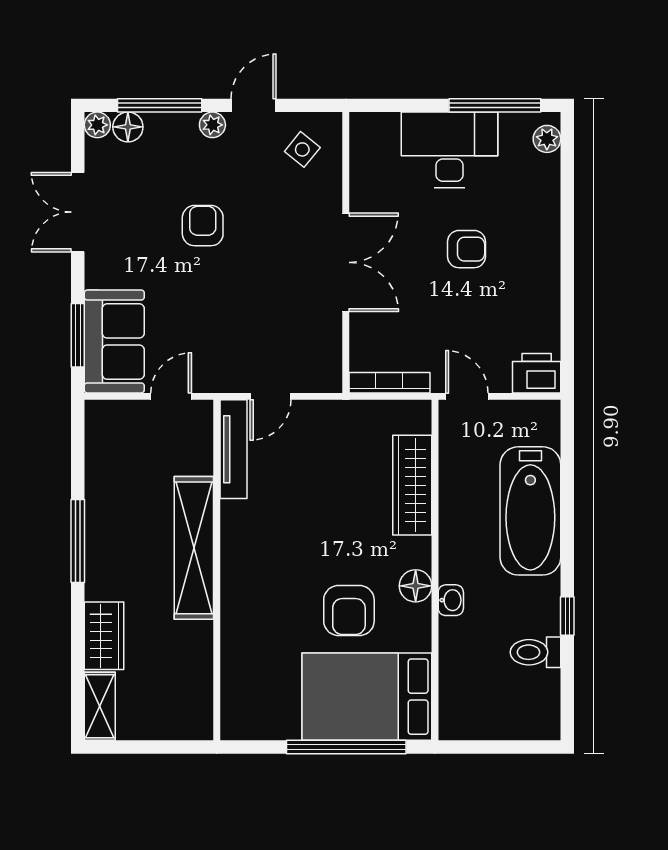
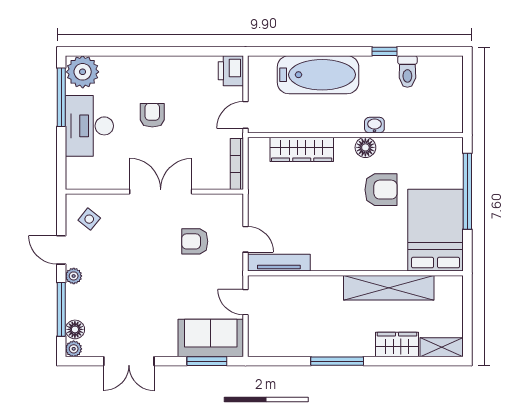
plant: (547, 139) -> (83, 72), width x1.87, depth x1.87
armchair: (203, 226) -> (195, 241), moved
shelving: (194, 548) -> (389, 288), moved
bed: (367, 697) -> (436, 230), moved, turned 180

